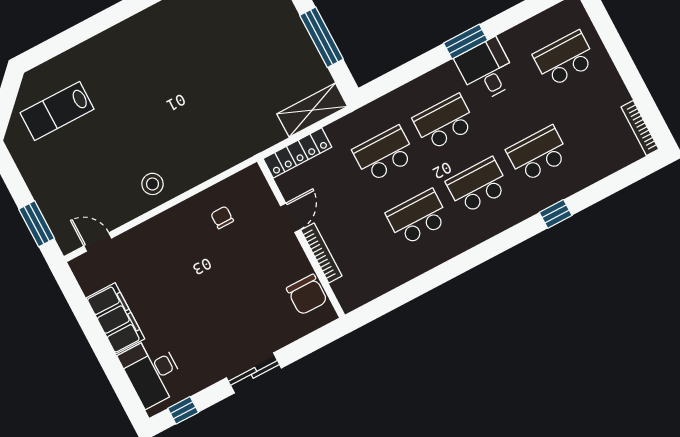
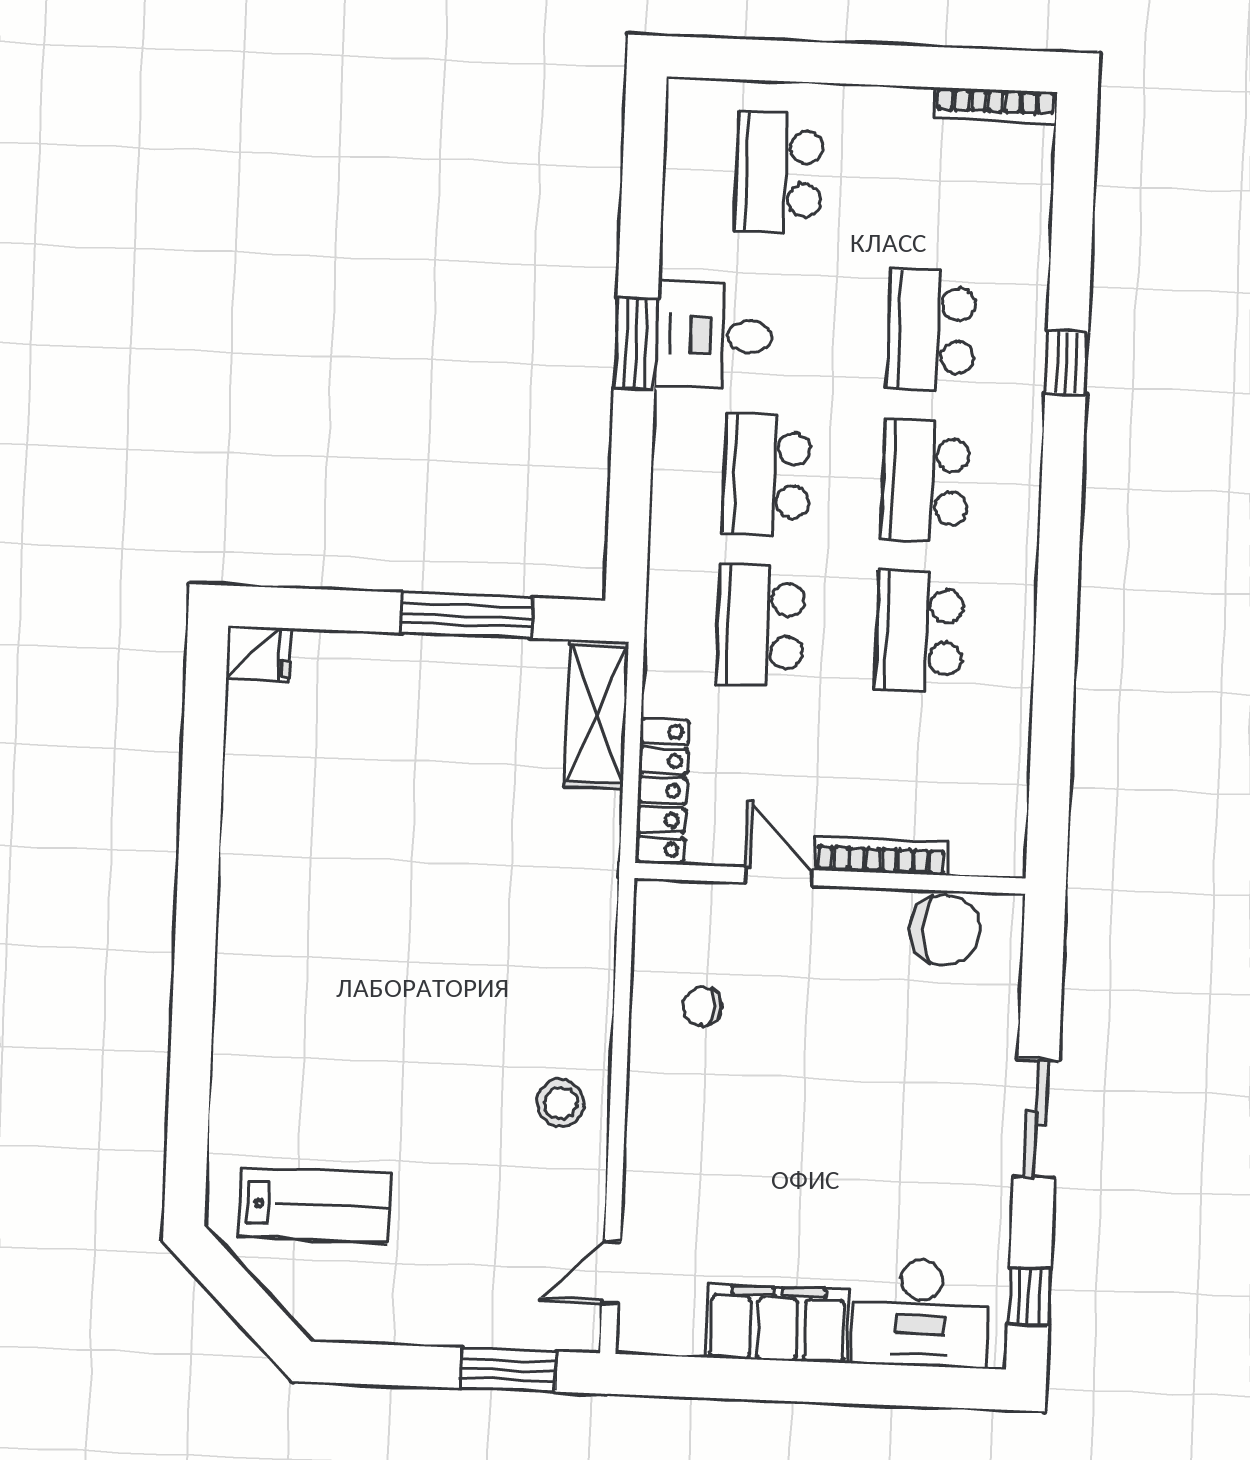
lab bench: (57, 111) -> (314, 1205), turned -90

